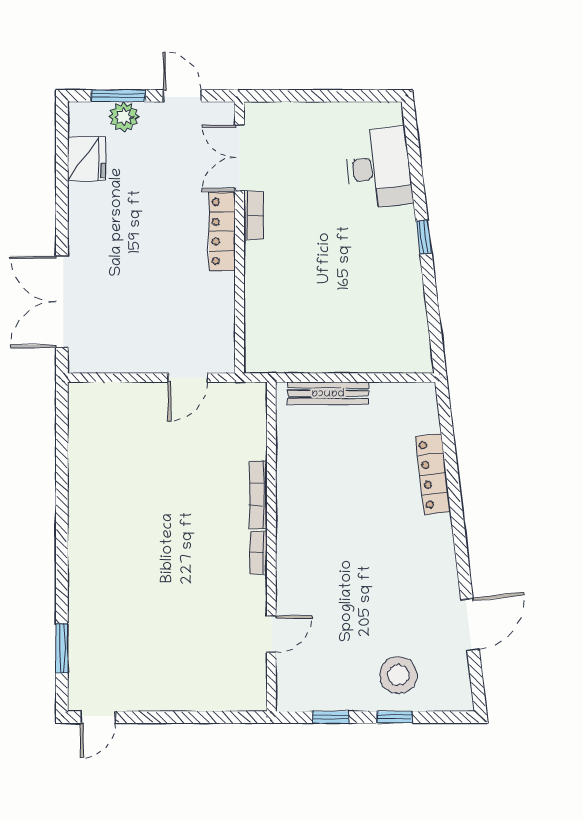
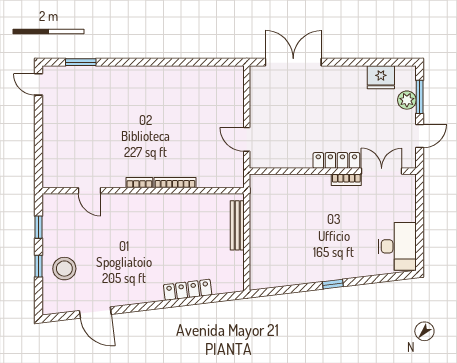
desk: (379, 168) -> (397, 246), moved, turned -83

